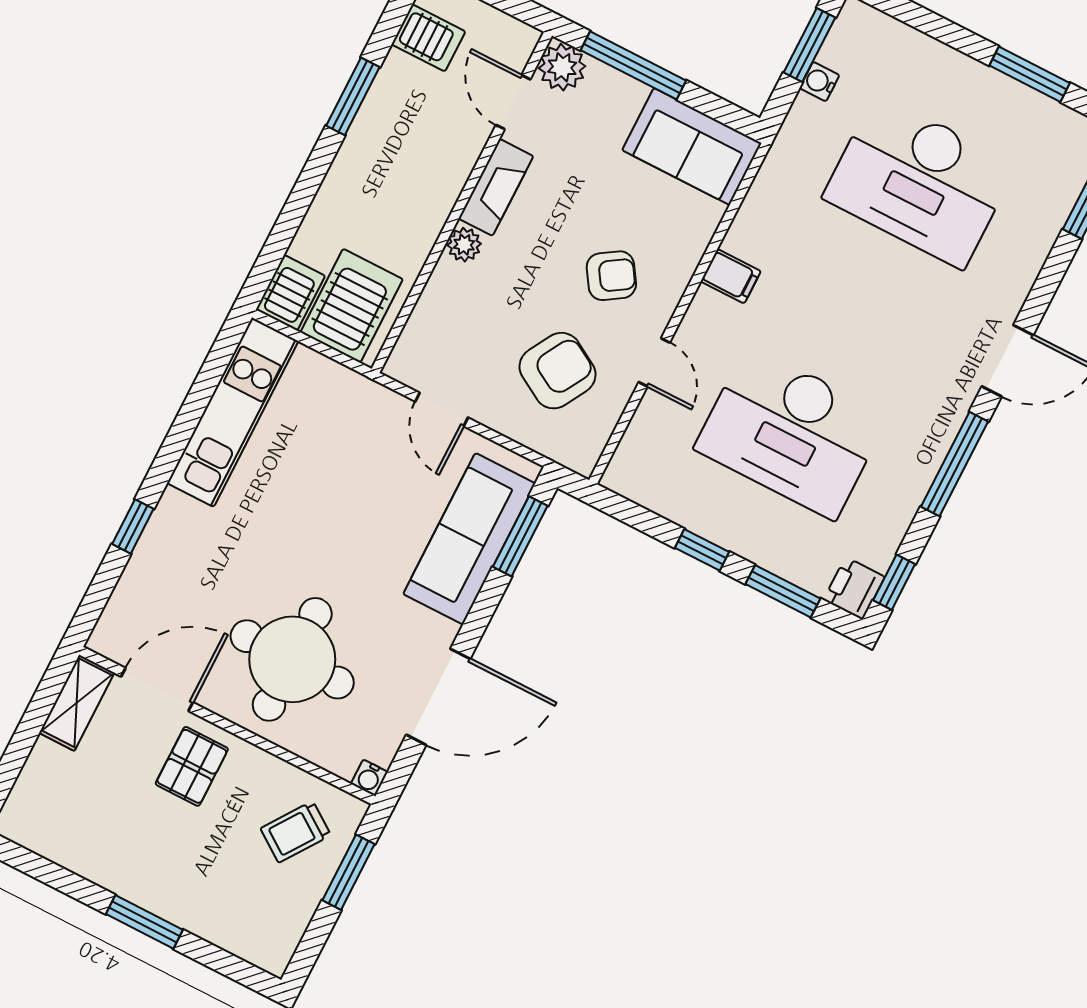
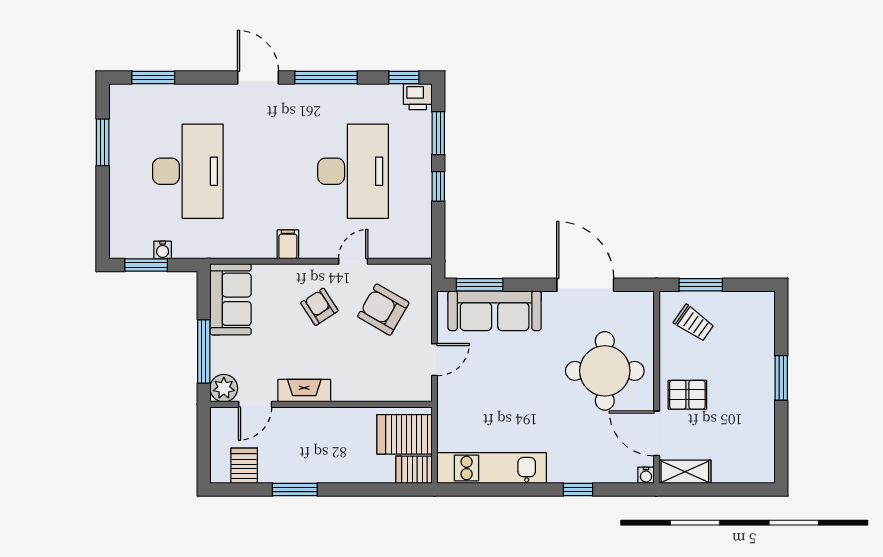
plant: (464, 245) -> (342, 392), removed
water cooler: (369, 778) -> (646, 475), moved, turned 90

